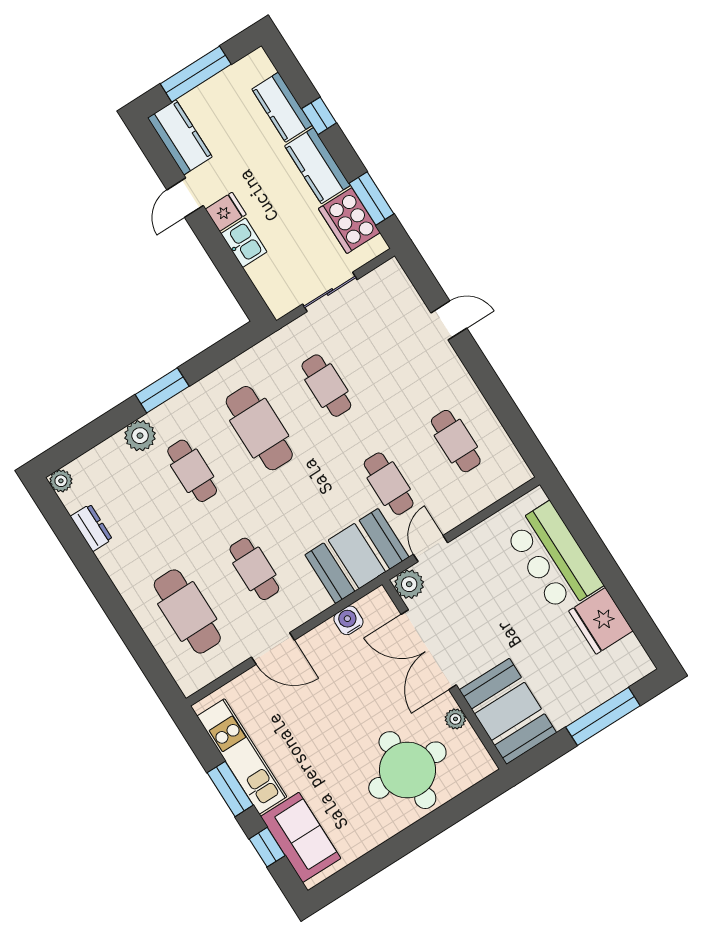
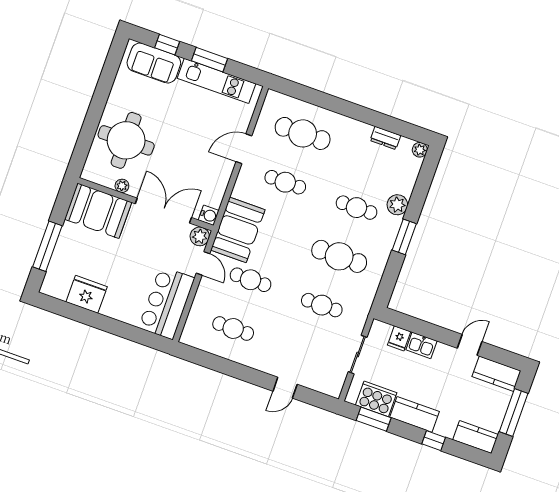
kitchen counter: (282, 107) -> (476, 437), moved
door: (185, 198) -> (470, 345), hinge flipped
fridge: (226, 212) -> (399, 338), moved
bar counter: (553, 558) -> (167, 303), moved, turned -90
water cooler: (348, 620) -> (209, 215), moved

